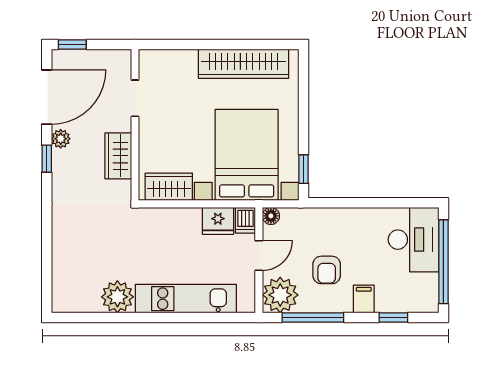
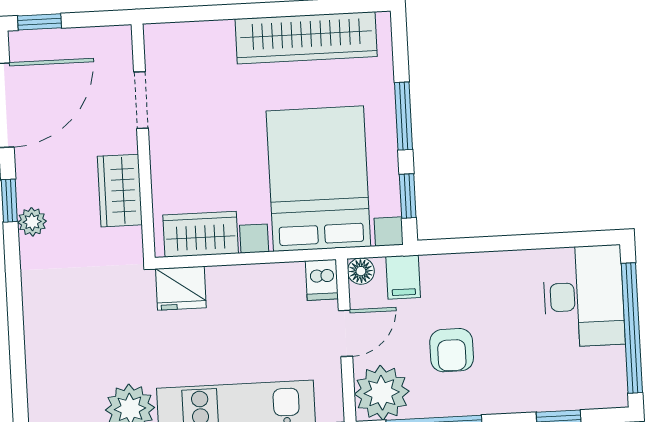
window: (304, 117) -> (404, 116), added
plant: (61, 139) -> (32, 222), moved
fridge: (218, 221) -> (181, 288), moved
filing cabinet: (364, 299) -> (403, 277), moved, turned 180

